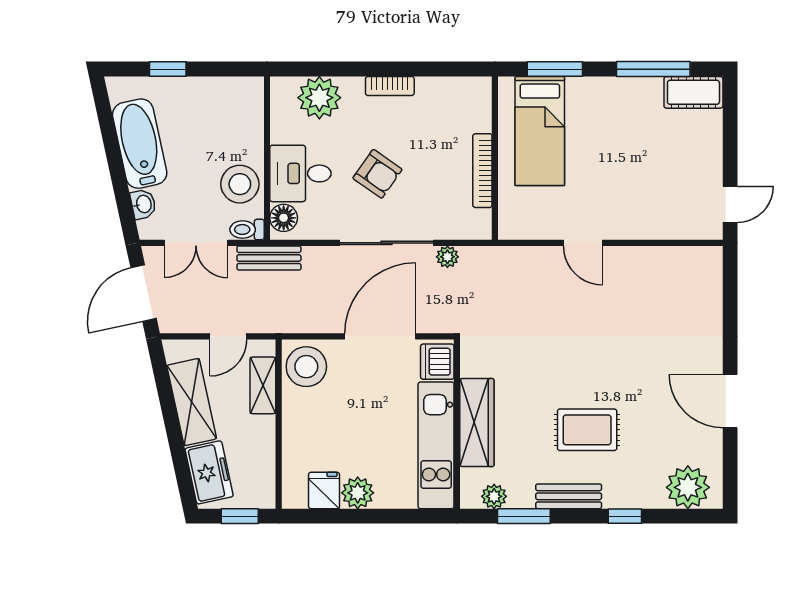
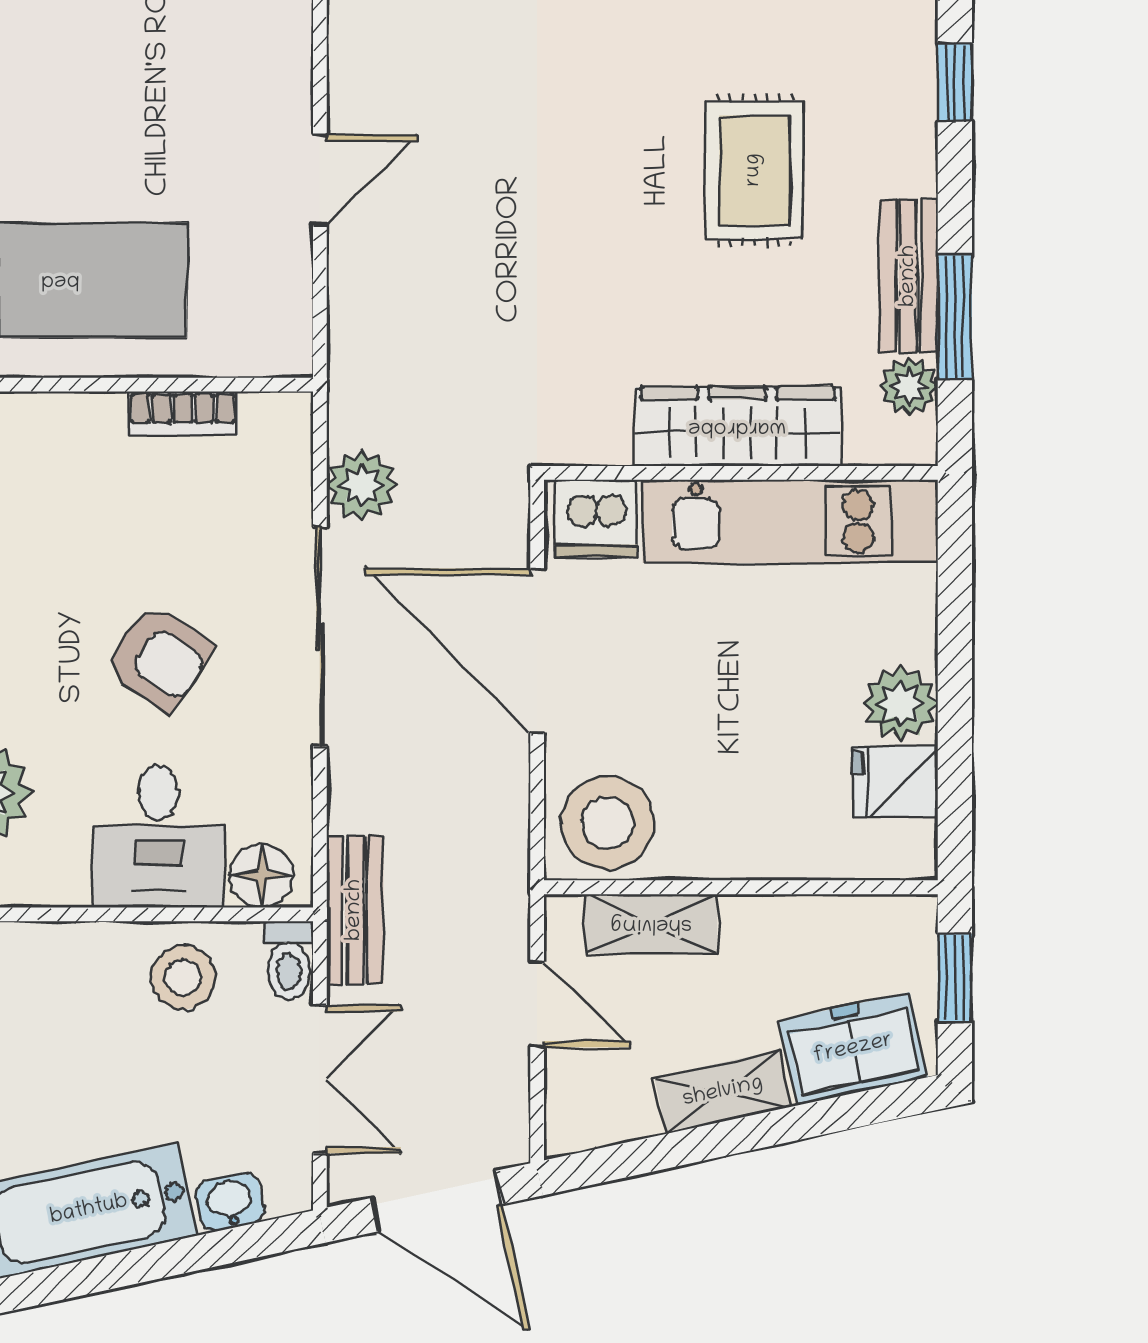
bookcase: (482, 171) -> (183, 414), width x0.64
armchair: (377, 174) -> (159, 658), turned 89
stool: (240, 184) -> (183, 977), width x0.73, depth x0.73
plant: (447, 257) -> (362, 485), width x1.38, depth x1.38
shelving: (192, 402) -> (723, 1092), width x0.67, depth x0.75
bench: (569, 496) -> (909, 276), moved

